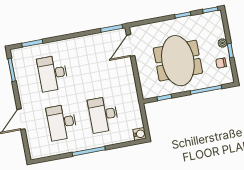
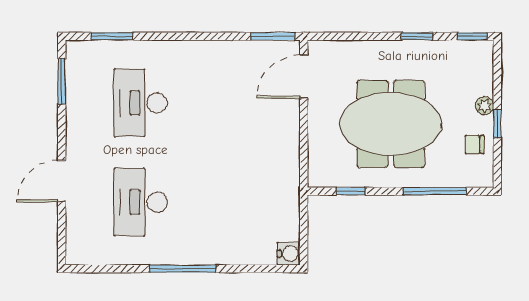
meeting table: (178, 61) -> (391, 124), turned 90
desk: (103, 114) -> (225, 202), removed

